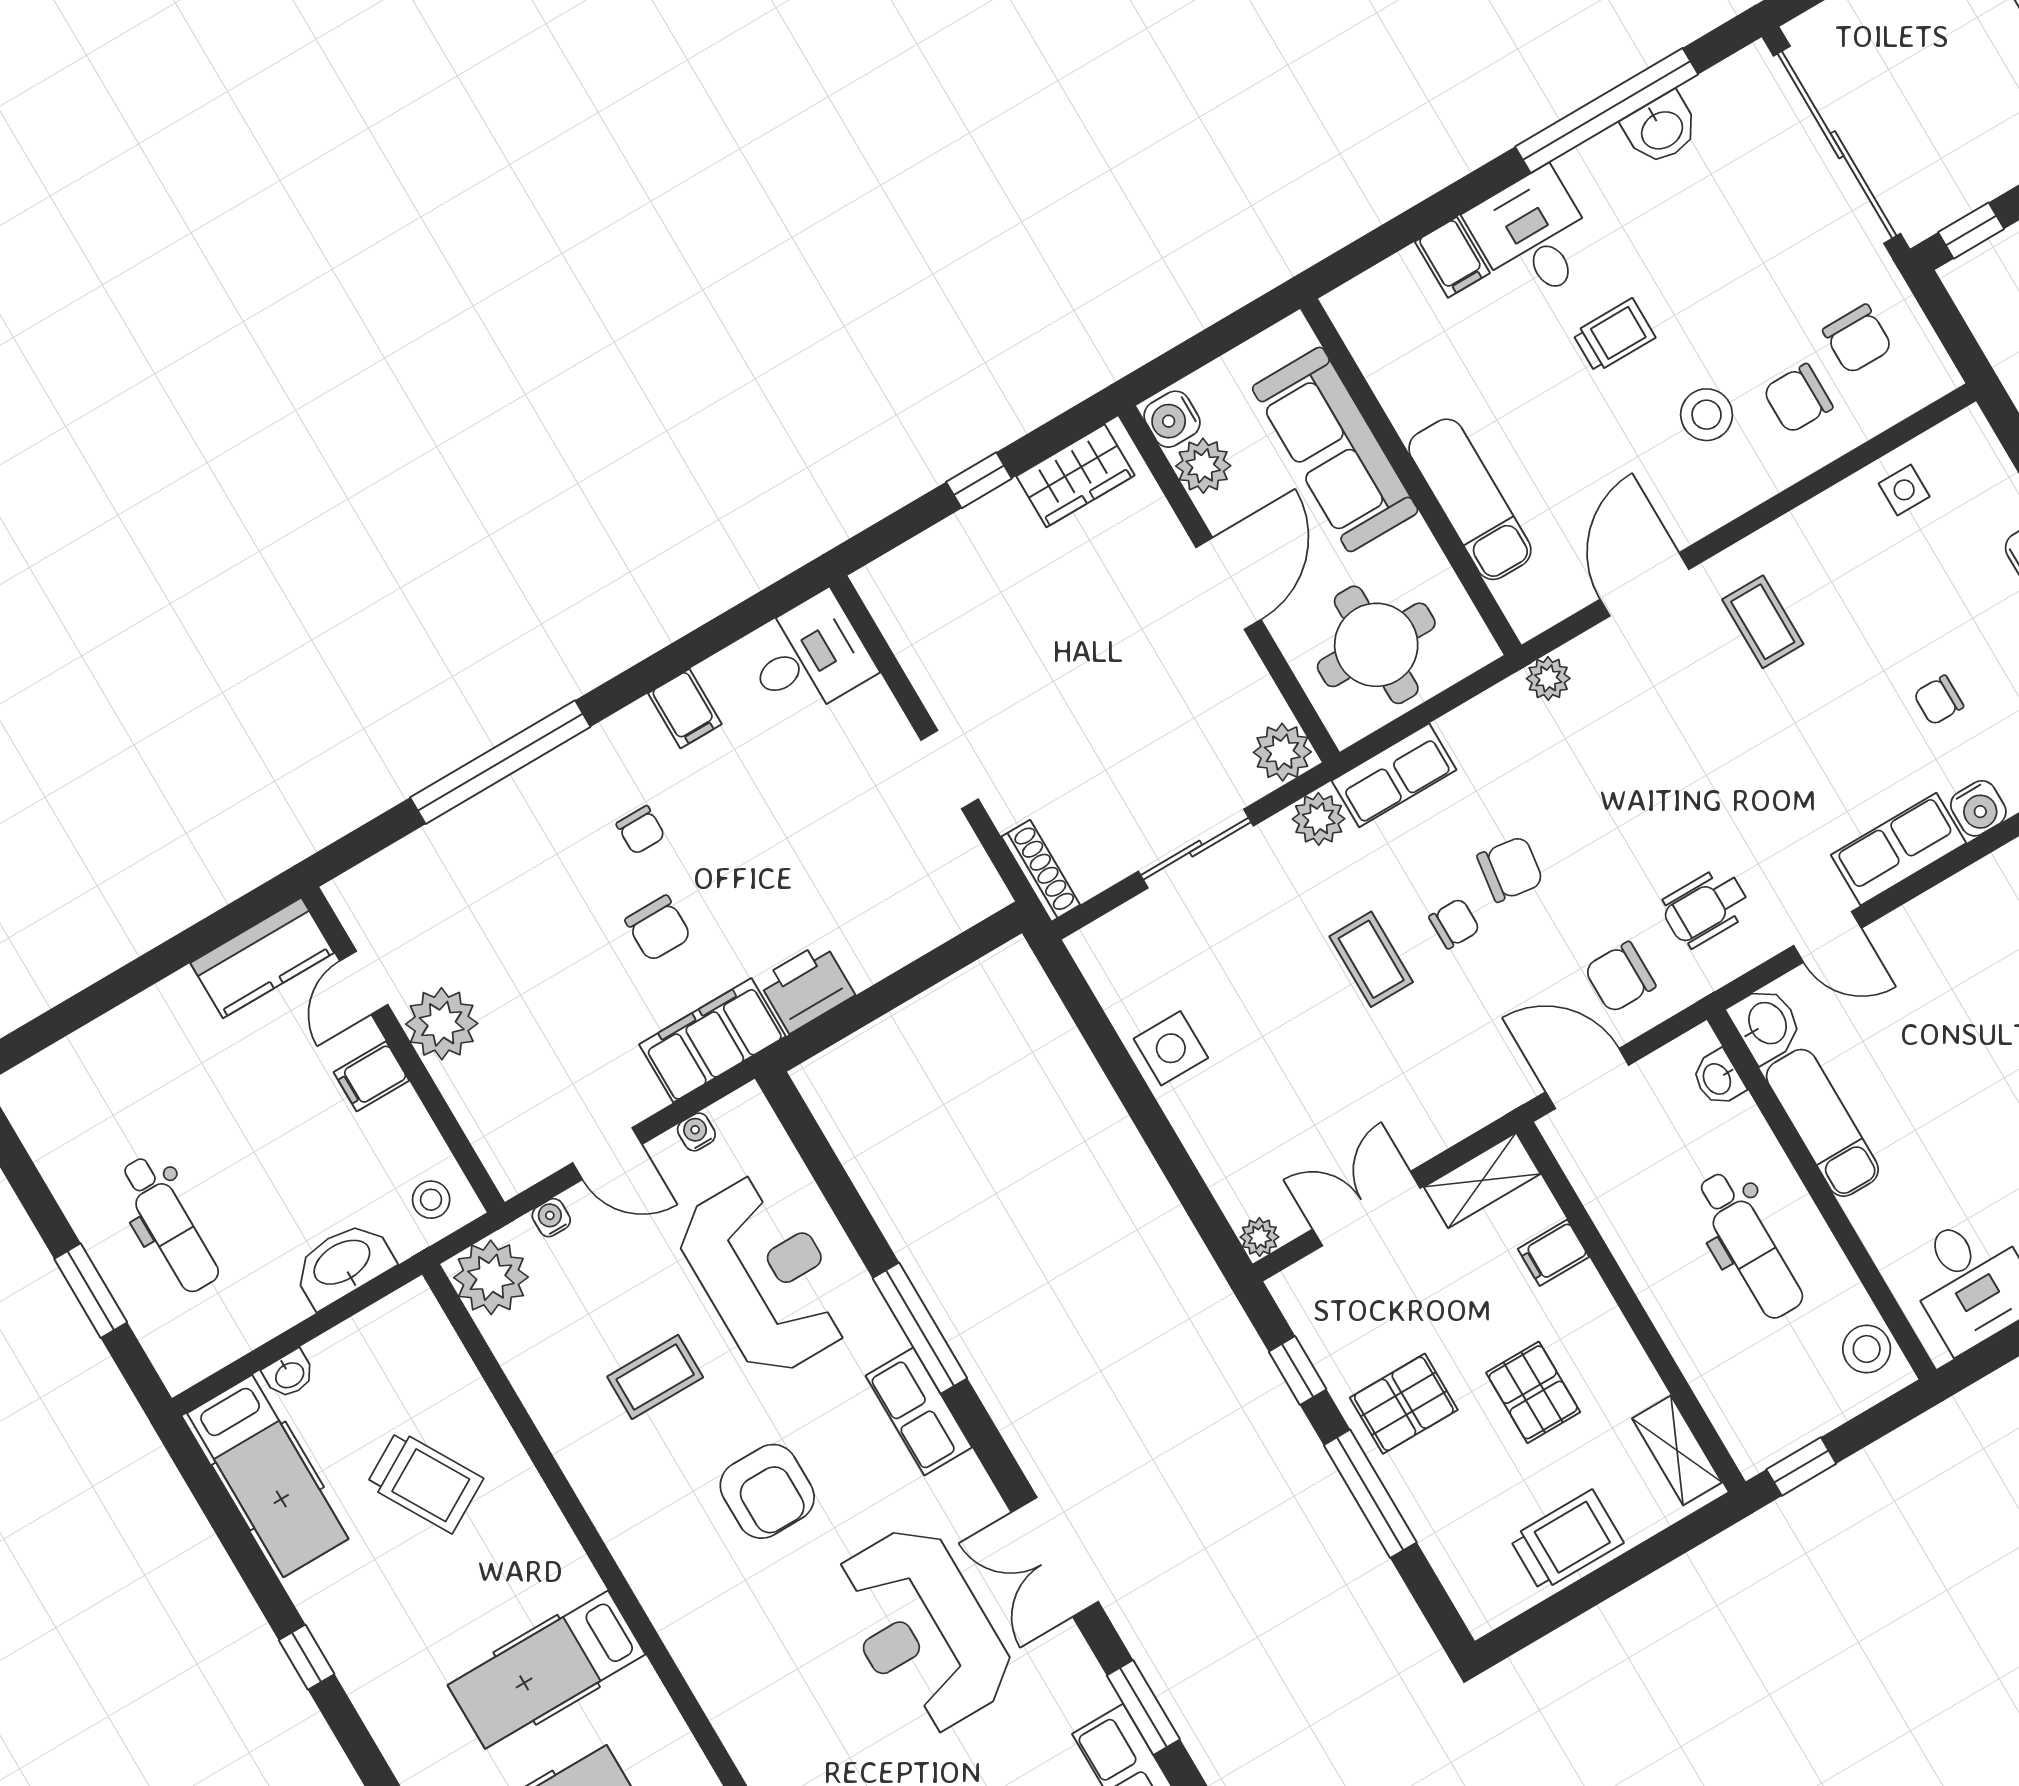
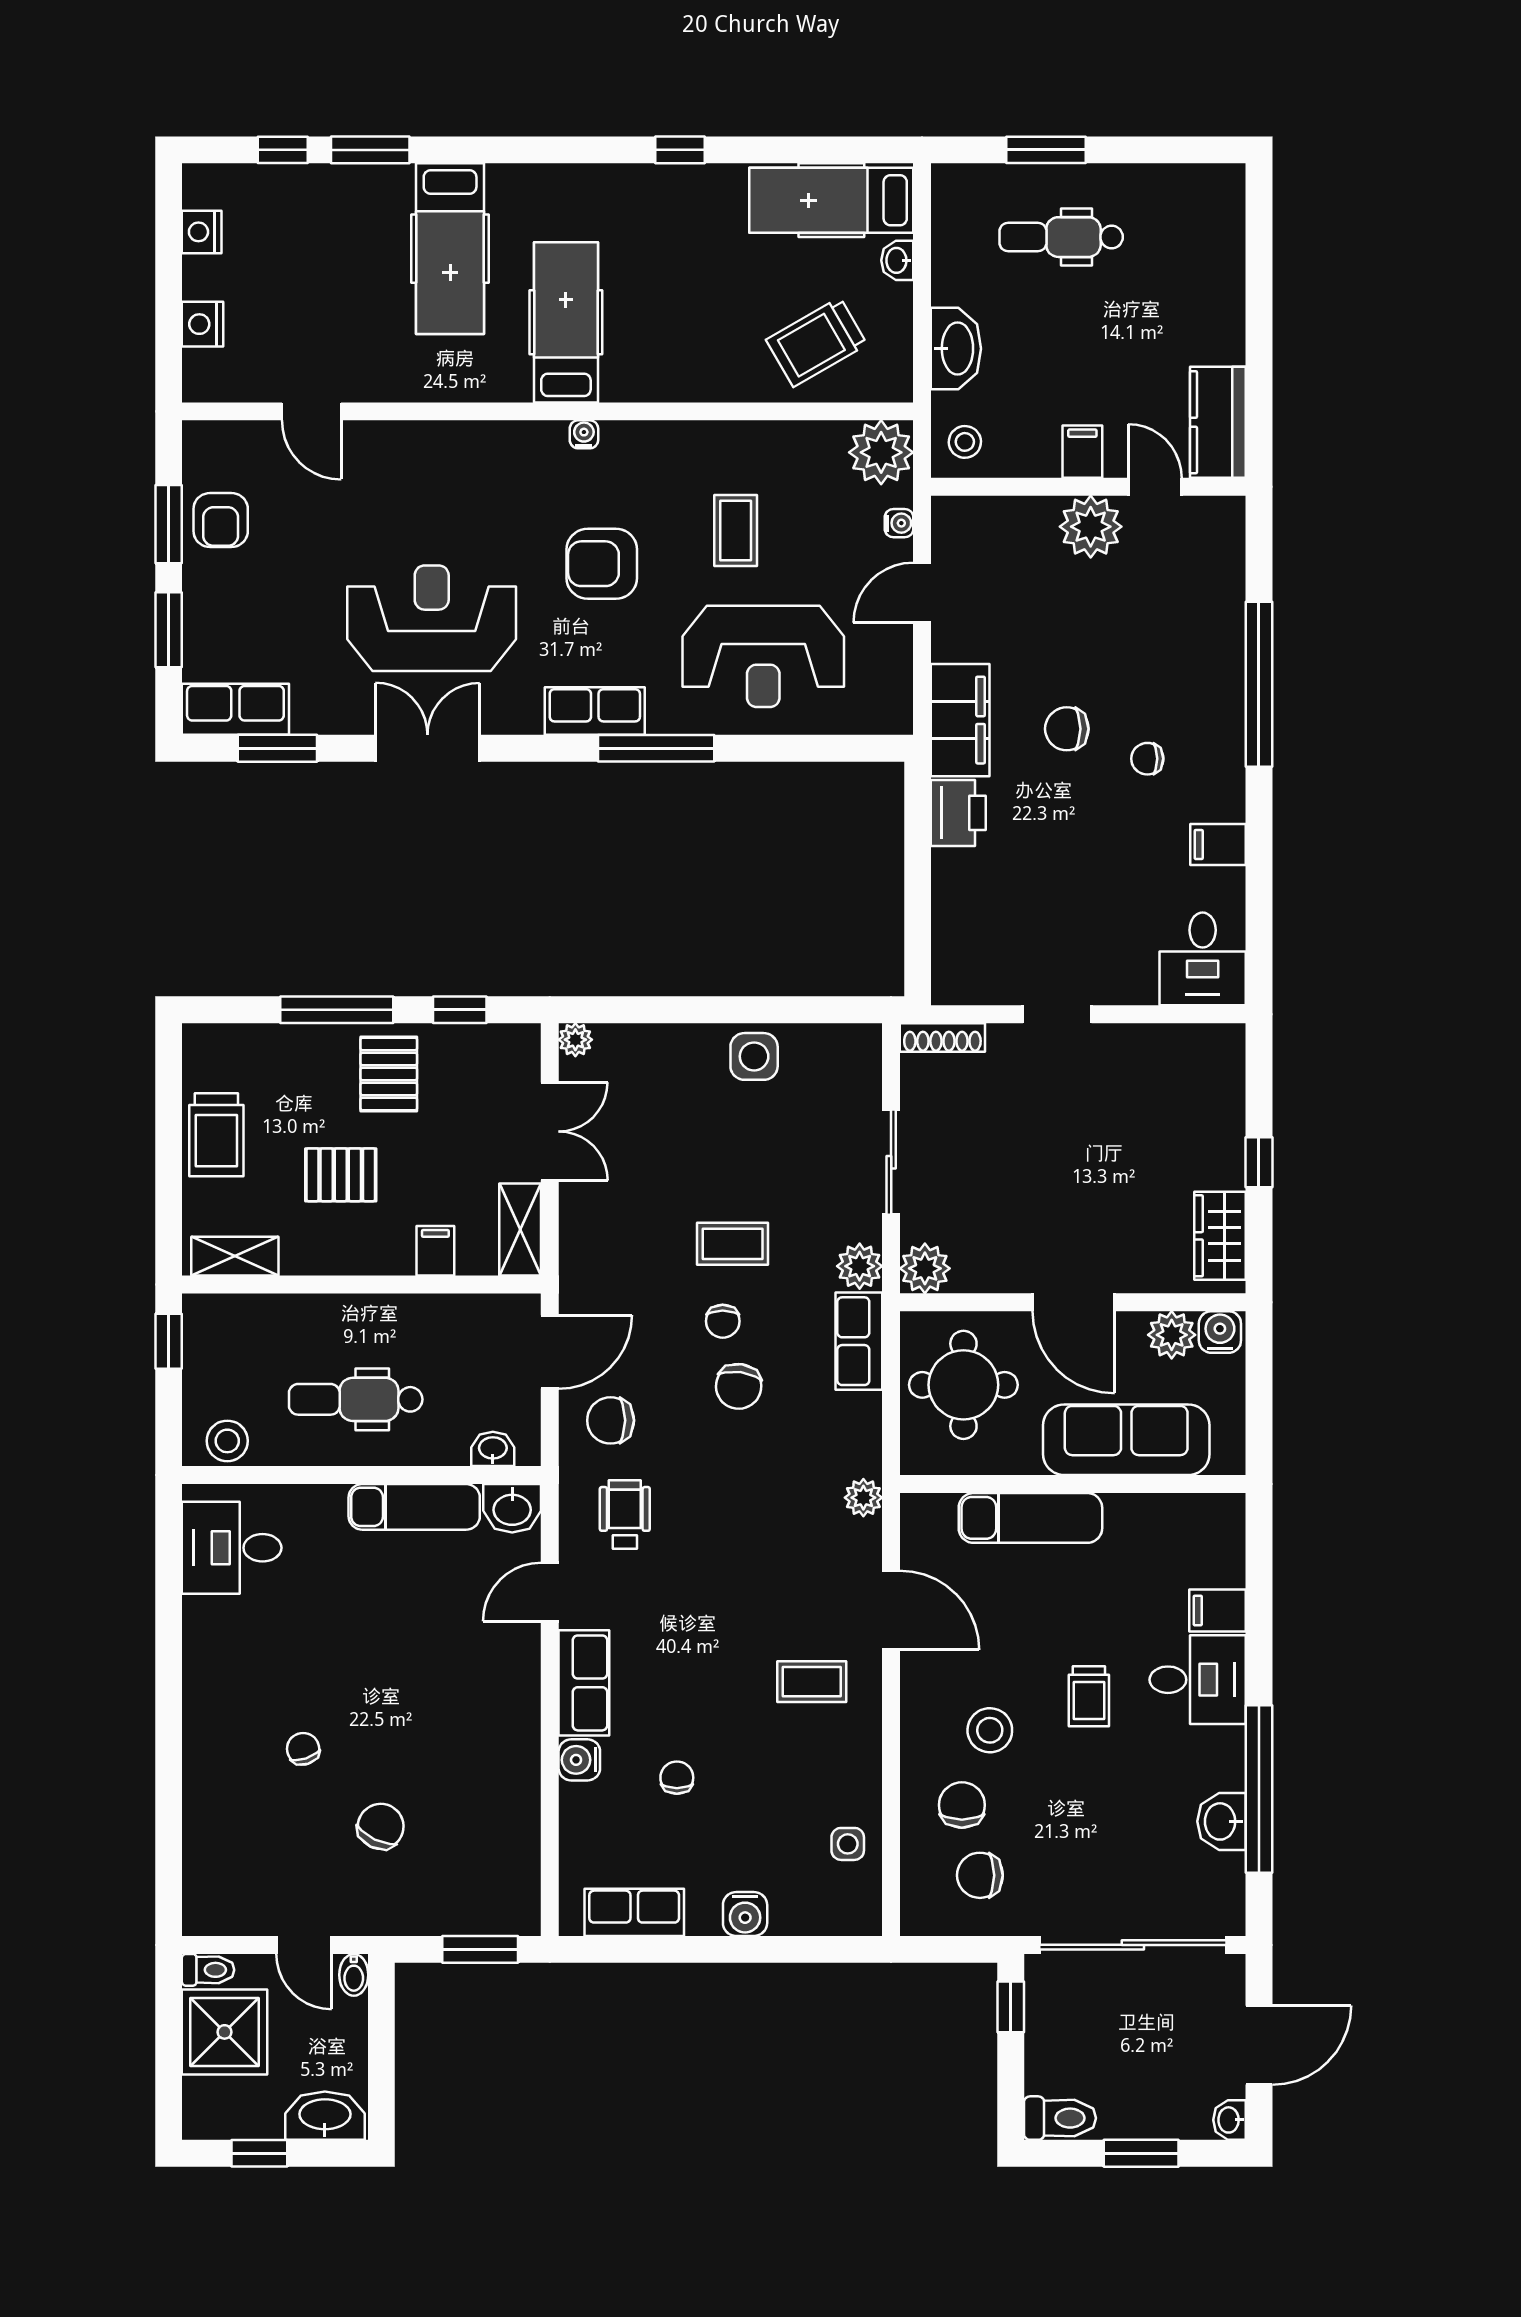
chair: (1620, 977) -> (611, 1420), turned -90
water cooler: (696, 1132) -> (584, 434), moved, turned -90
trolley: (425, 1482) -> (817, 342), moved

